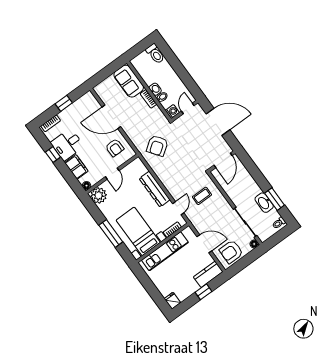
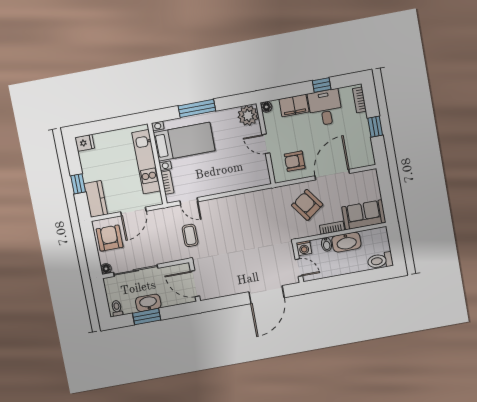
washbasin: (155, 89) -> (346, 242), width x1.91, depth x1.45
armchair: (157, 146) -> (307, 205), moved
door: (223, 160) -> (195, 284), moved
wall: (222, 161) -> (195, 282), moved
dresser: (155, 189) -> (224, 185), removed

